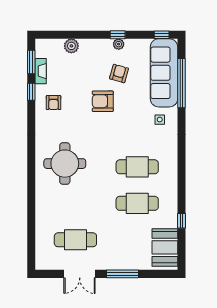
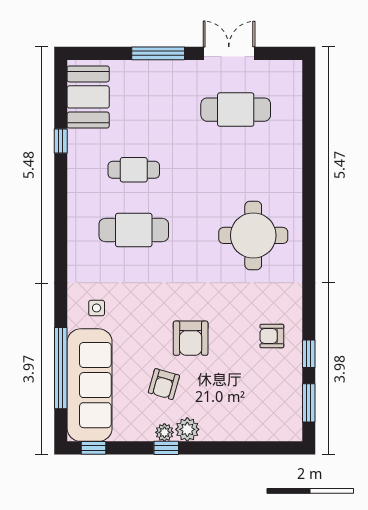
plant: (71, 46) -> (187, 429), moved
fireplace: (41, 71) -> (293, 388), removed
armchair: (103, 101) -> (191, 338), turned 90
armchair: (54, 103) -> (272, 336), turned -90
cafe table: (137, 203) -> (134, 170), width x0.73, depth x0.74

